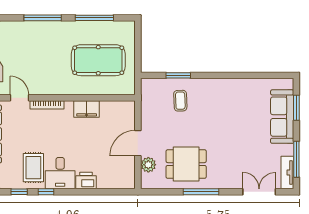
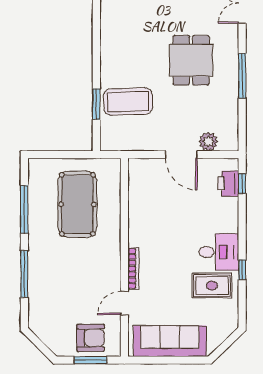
coffee table: (180, 101) -> (128, 102), width x1.86, depth x1.72
filing cabinet: (87, 109) -> (138, 219), removed
dining table: (186, 164) -> (191, 60), moved
printer: (86, 181) -> (228, 184), moved
window: (19, 192) -> (242, 184), moved

